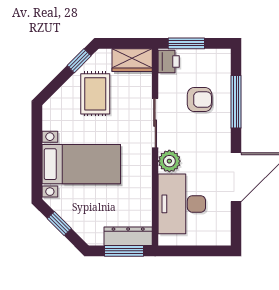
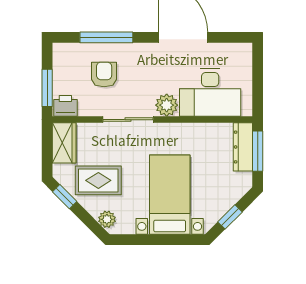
plant: (57, 102) -> (107, 219), added

